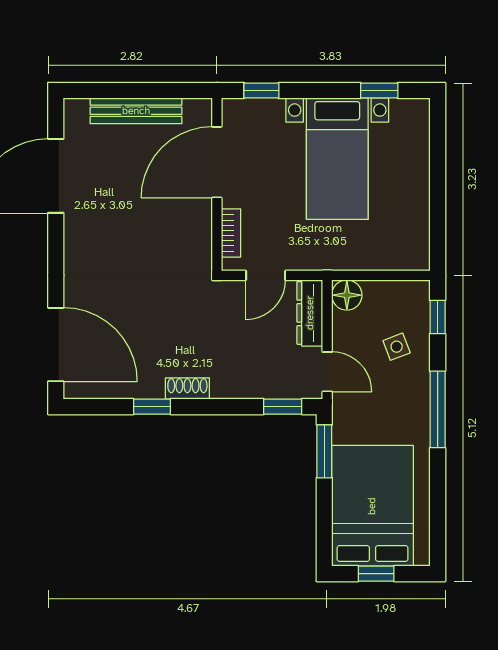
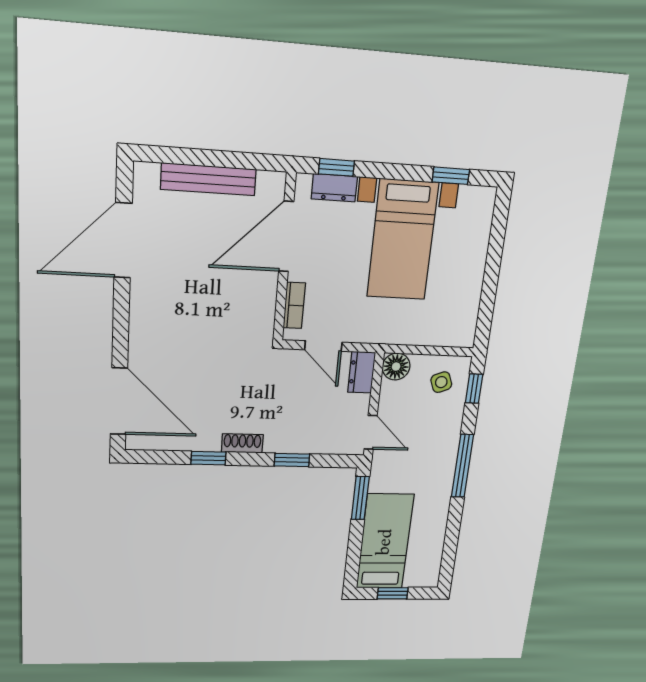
dresser: (261, 110) -> (334, 188), added
door: (266, 275) -> (323, 346), hinge flipped
dresser: (310, 313) -> (362, 372), width x0.70
side table: (397, 347) -> (441, 382), moved
window: (283, 407) -> (292, 460), moved
bed: (372, 506) -> (385, 542), width x0.67

